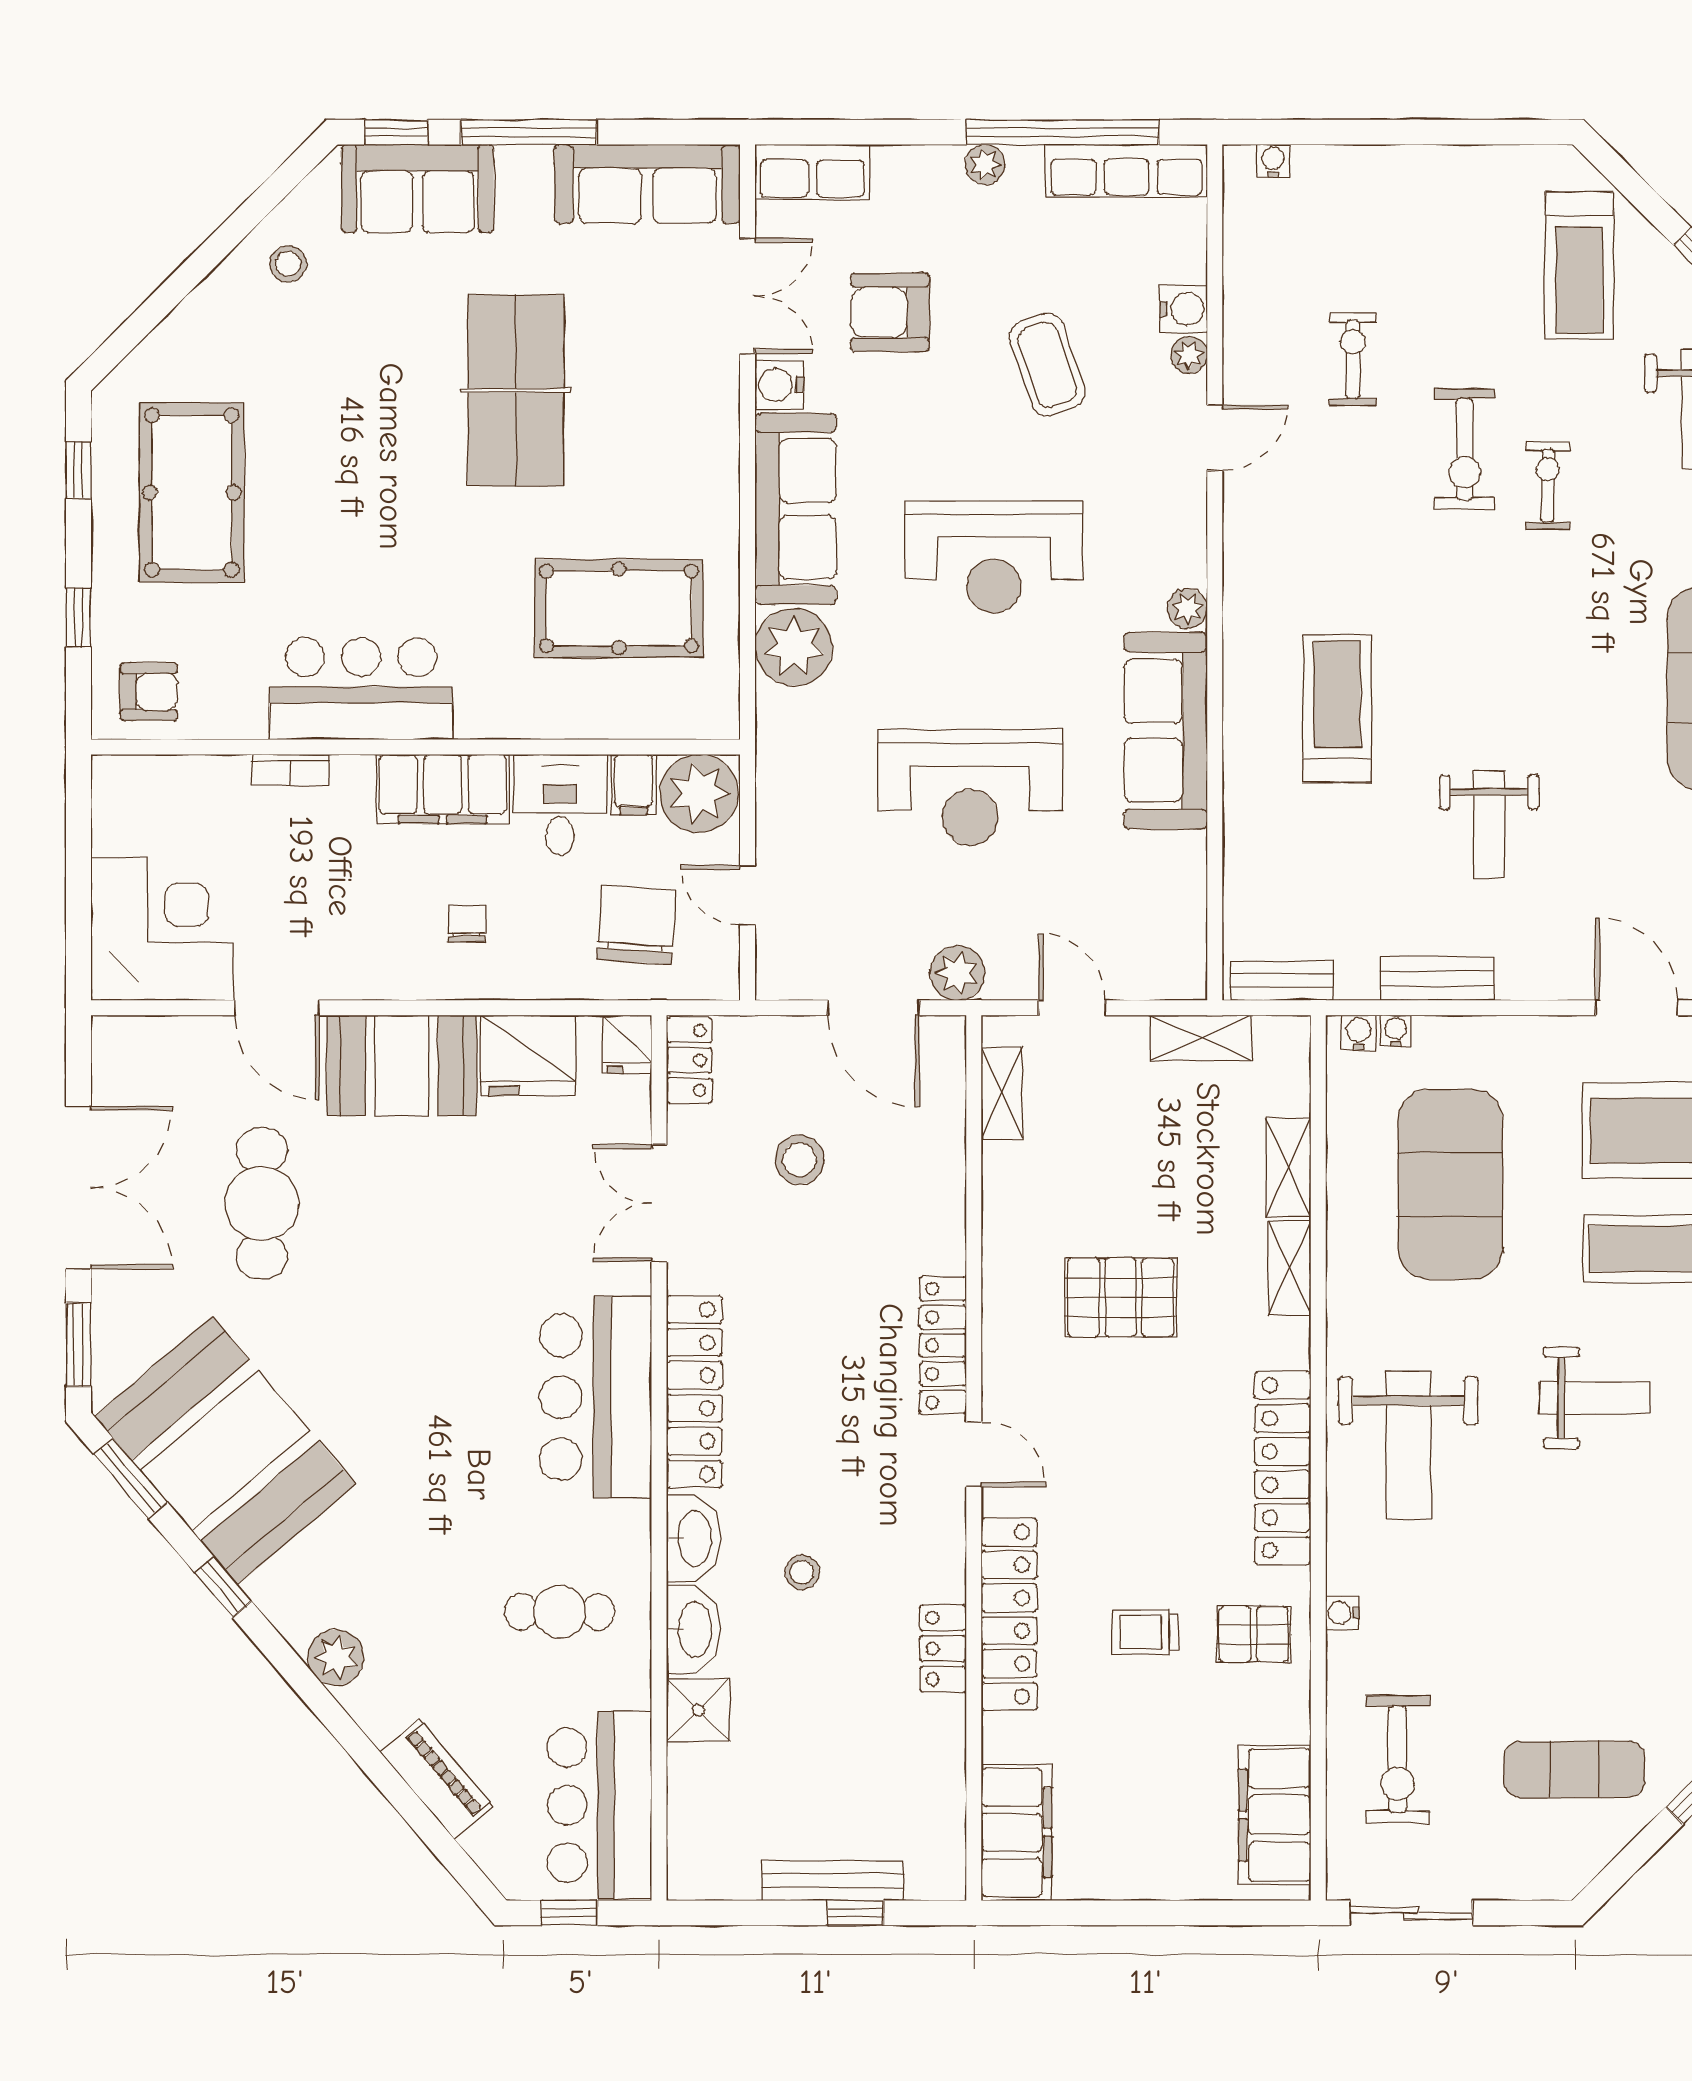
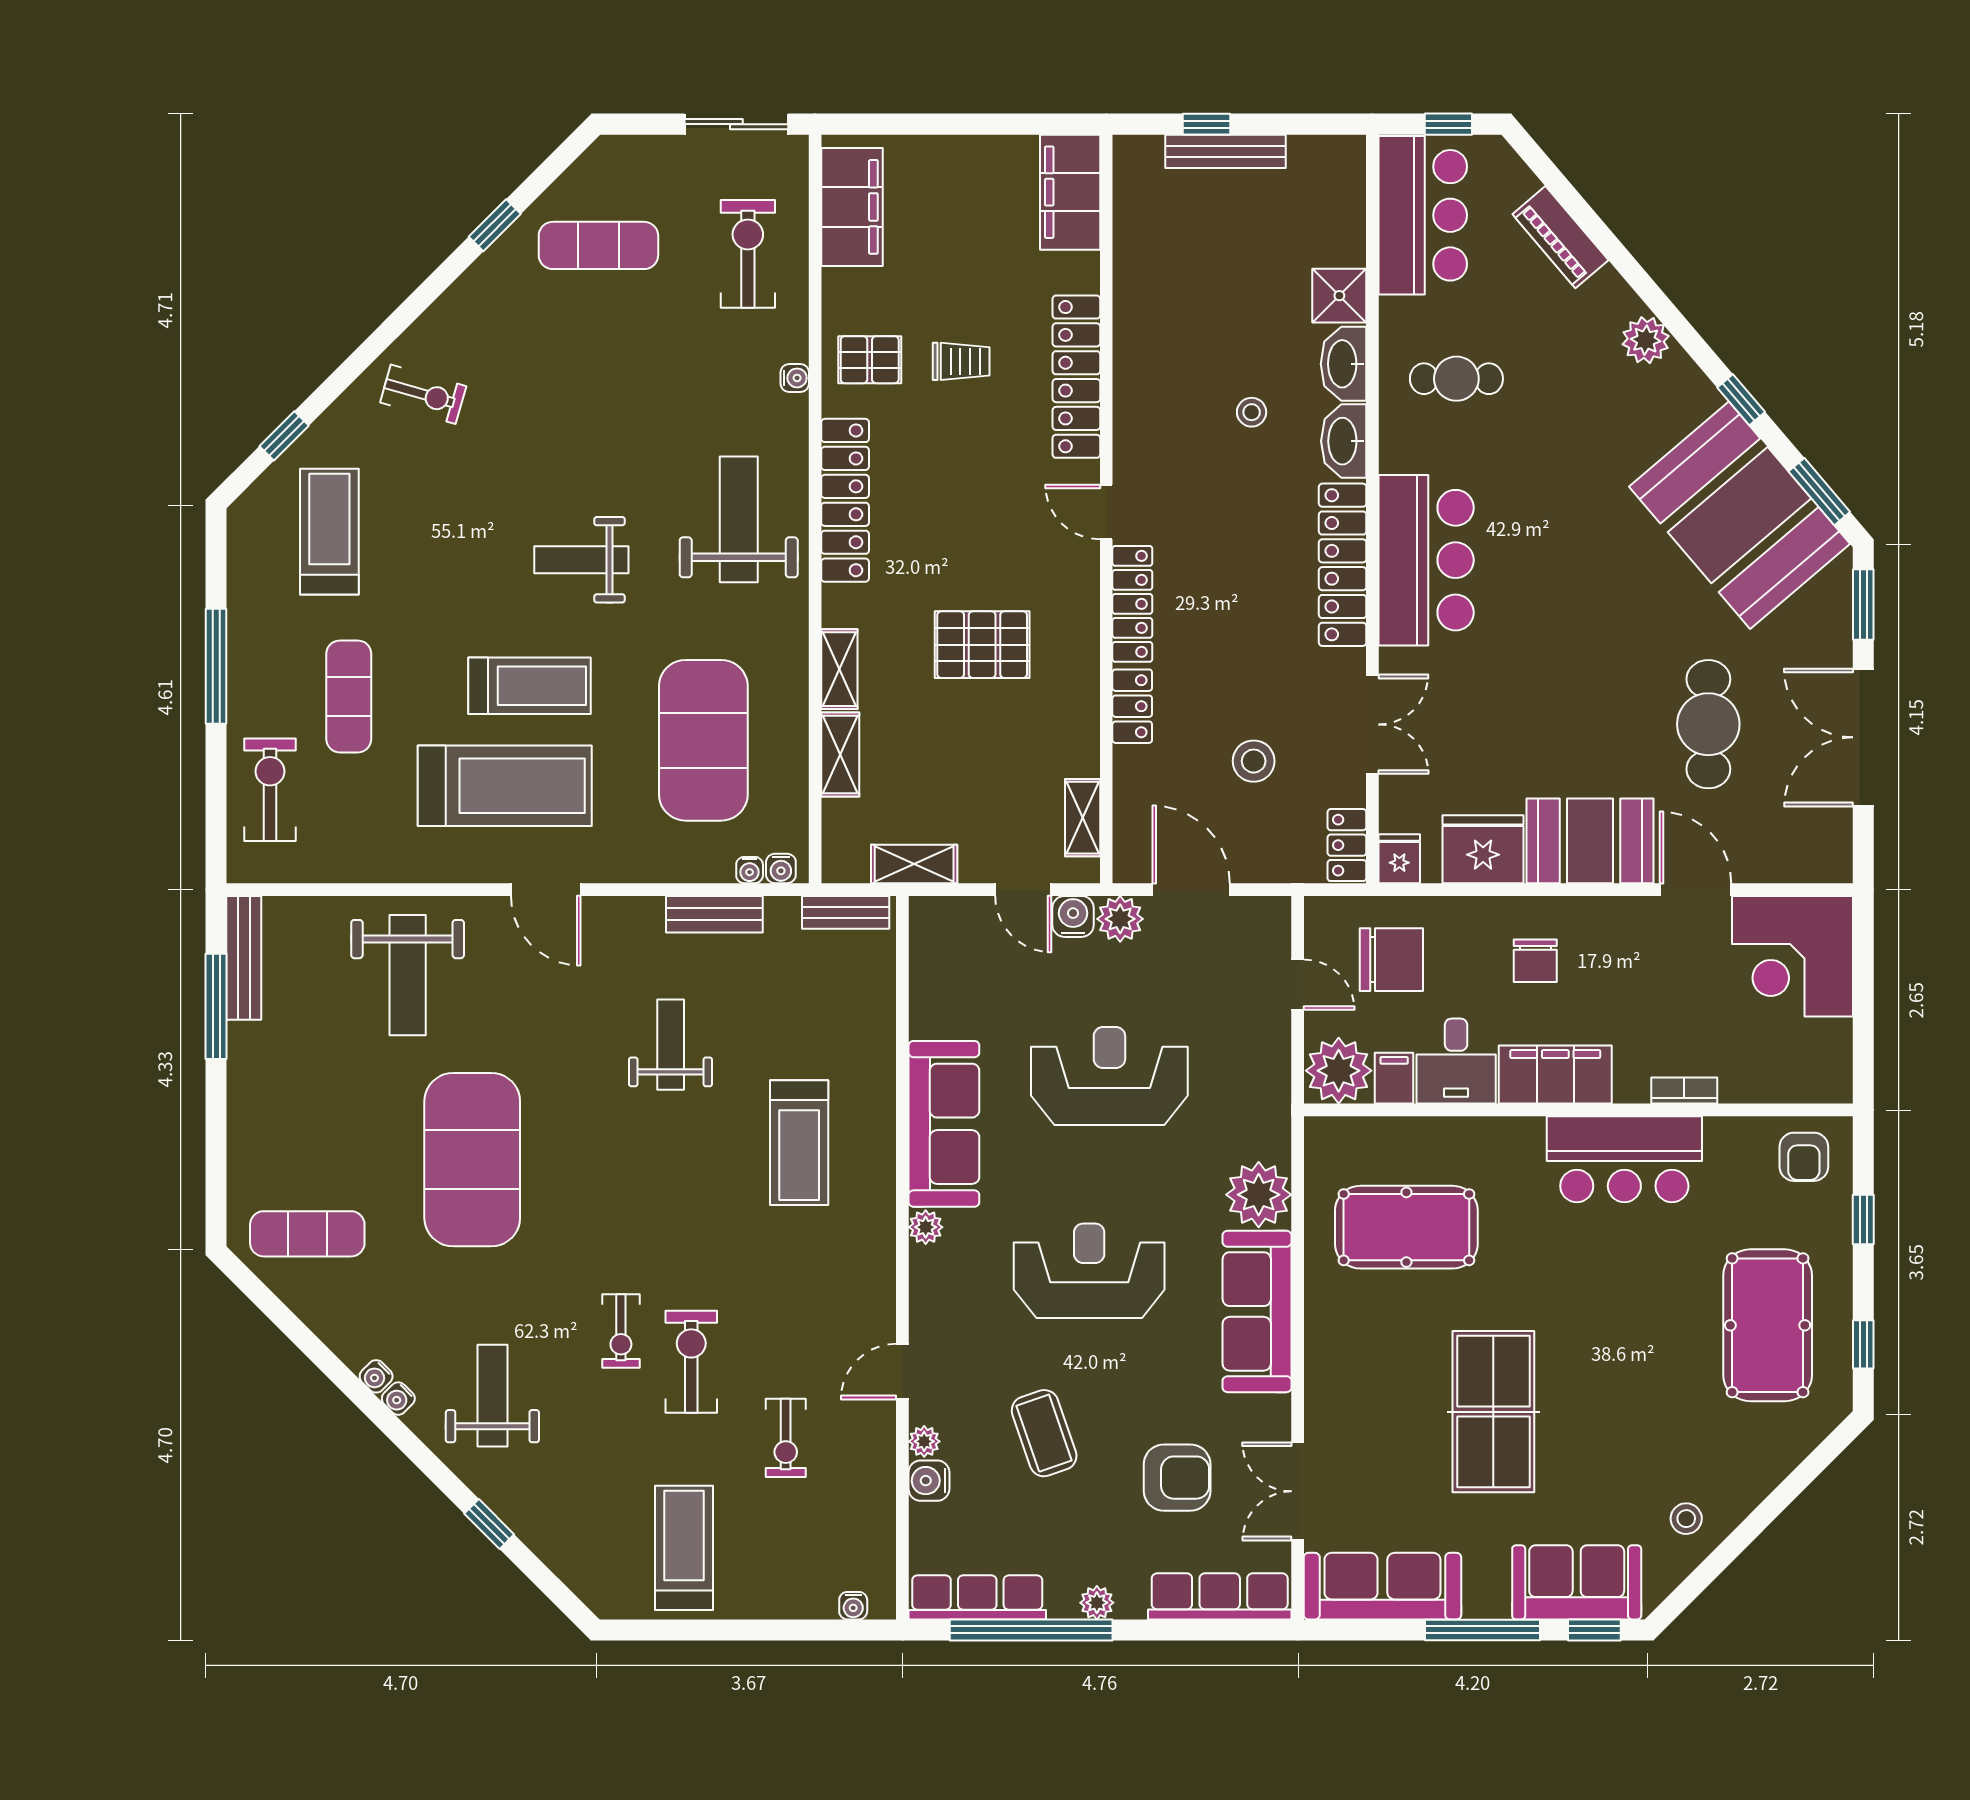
row of seats: (812, 172) -> (1220, 1596), width x1.48
treadmill: (1579, 265) -> (684, 1548), moved
water cooler: (779, 385) -> (1073, 916), moved, turned -90
armchair: (149, 692) -> (1804, 1157), turned -90
chair: (467, 923) -> (1535, 961), width x1.37, depth x1.37
chair: (637, 925) -> (1391, 960), turned -94
locker: (943, 1648) -> (1132, 706), moved

